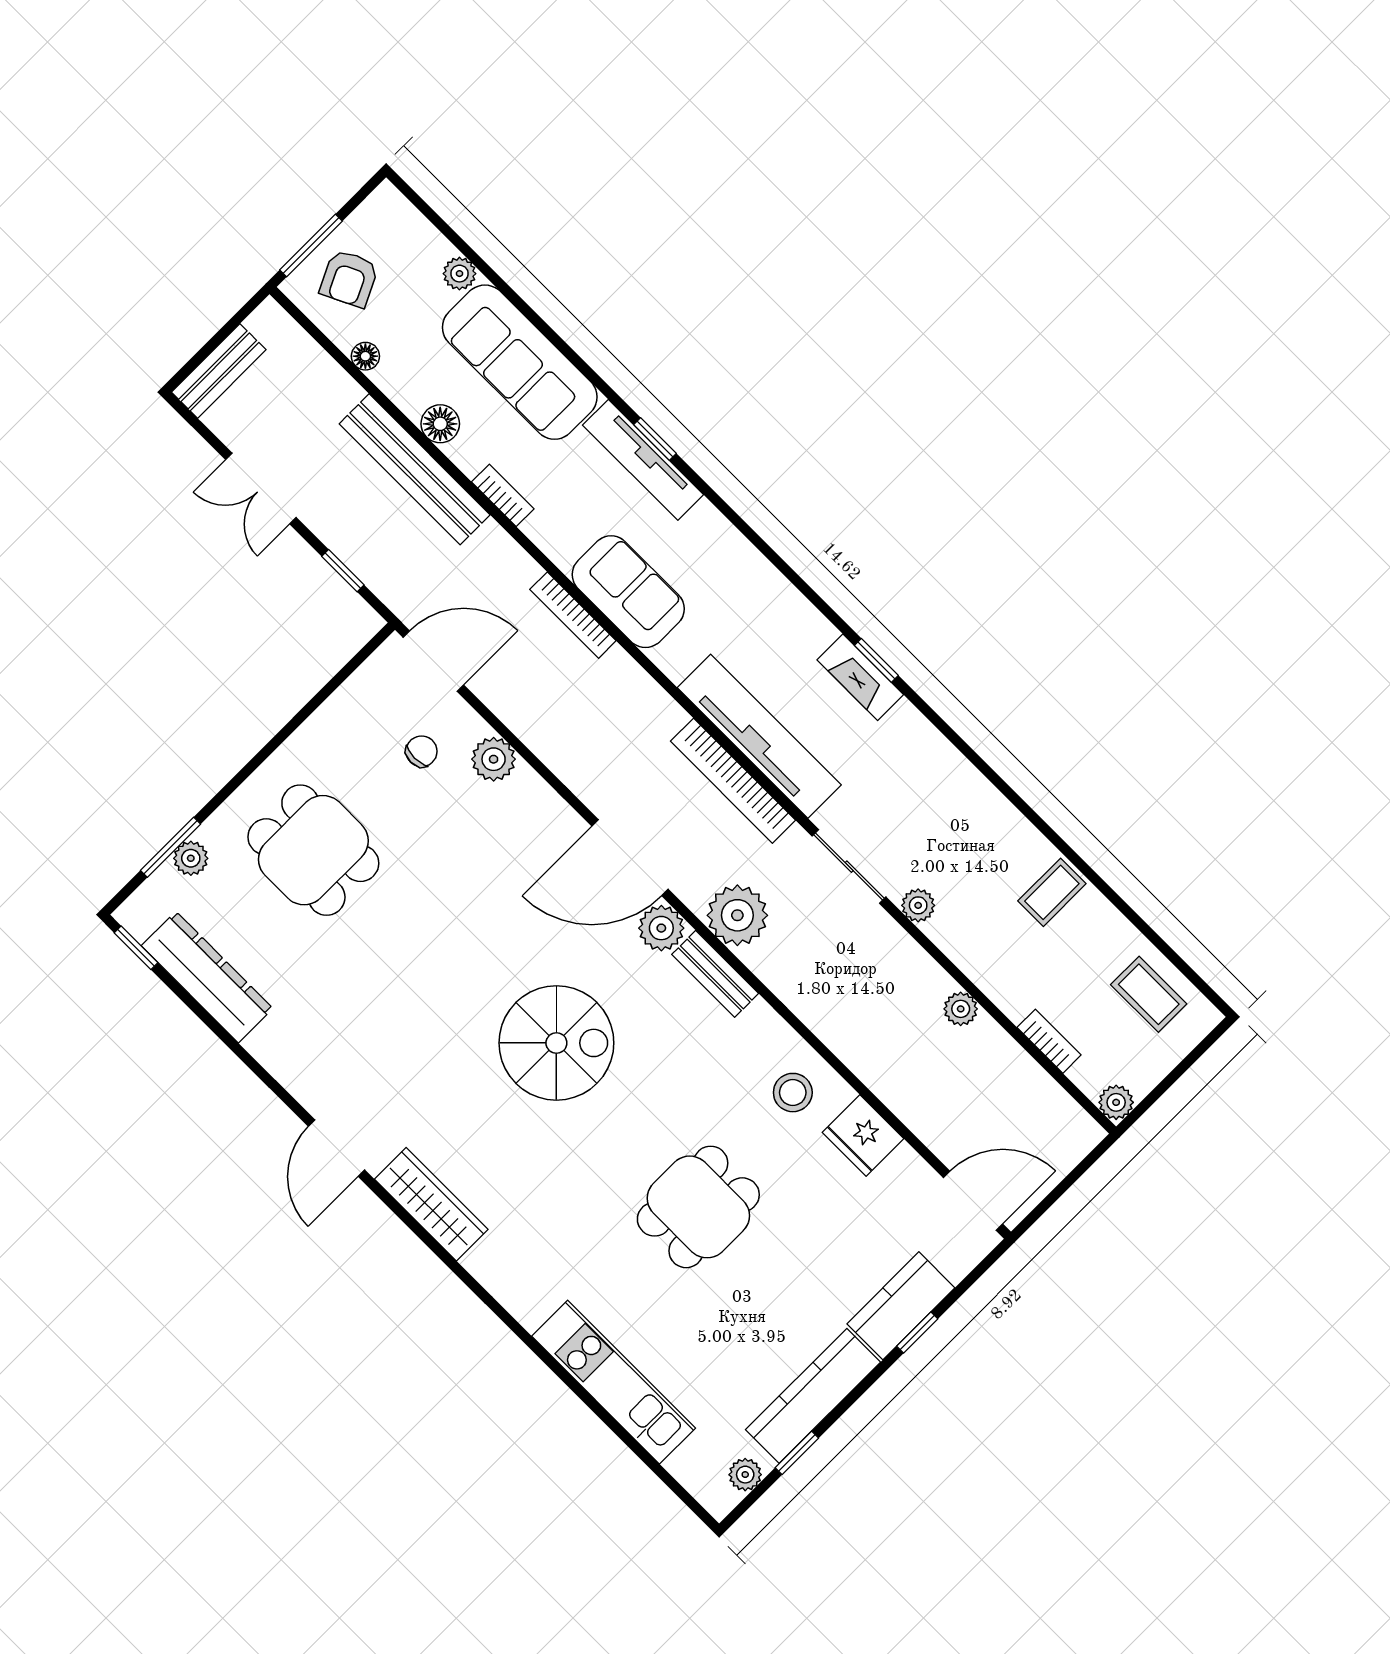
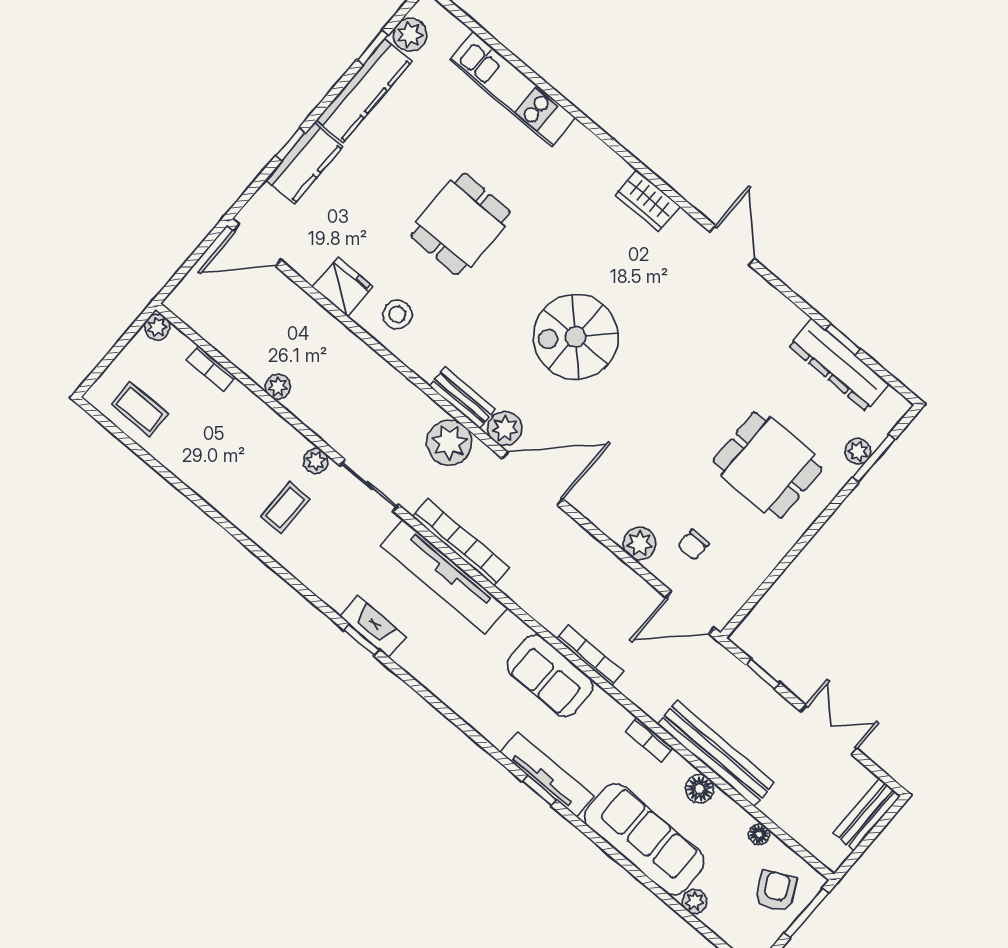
coffee table: (1052, 892) -> (285, 507), moved
window: (136, 948) -> (843, 339), moved
wardrobe: (431, 1204) -> (648, 200), width x0.67
plant: (745, 1475) -> (410, 35), width x1.38, depth x1.38

